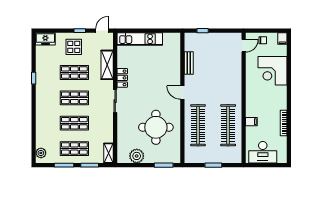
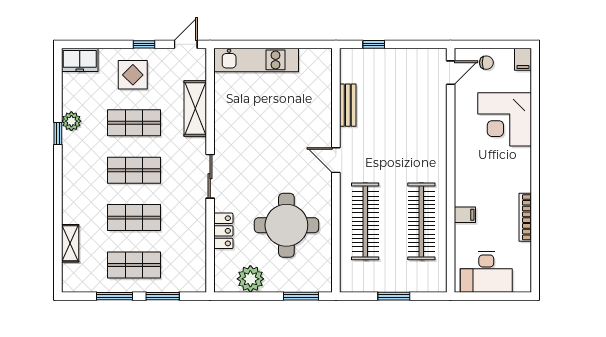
locker: (122, 78) -> (223, 231), moved
plant: (41, 153) -> (71, 121), moved
shelving: (109, 153) -> (70, 243), moved

